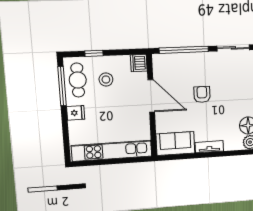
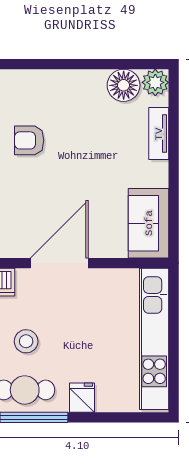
armchair: (202, 94) -> (29, 140), moved
tv unit: (209, 147) -> (159, 134), moved

